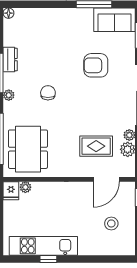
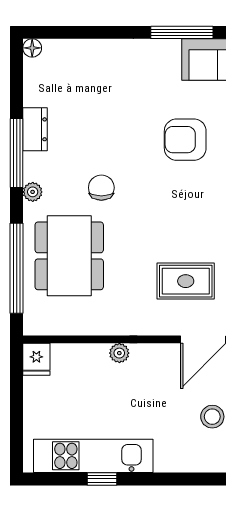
dining table: (28, 149) -> (69, 256), moved
plant: (25, 187) -> (119, 353), moved

